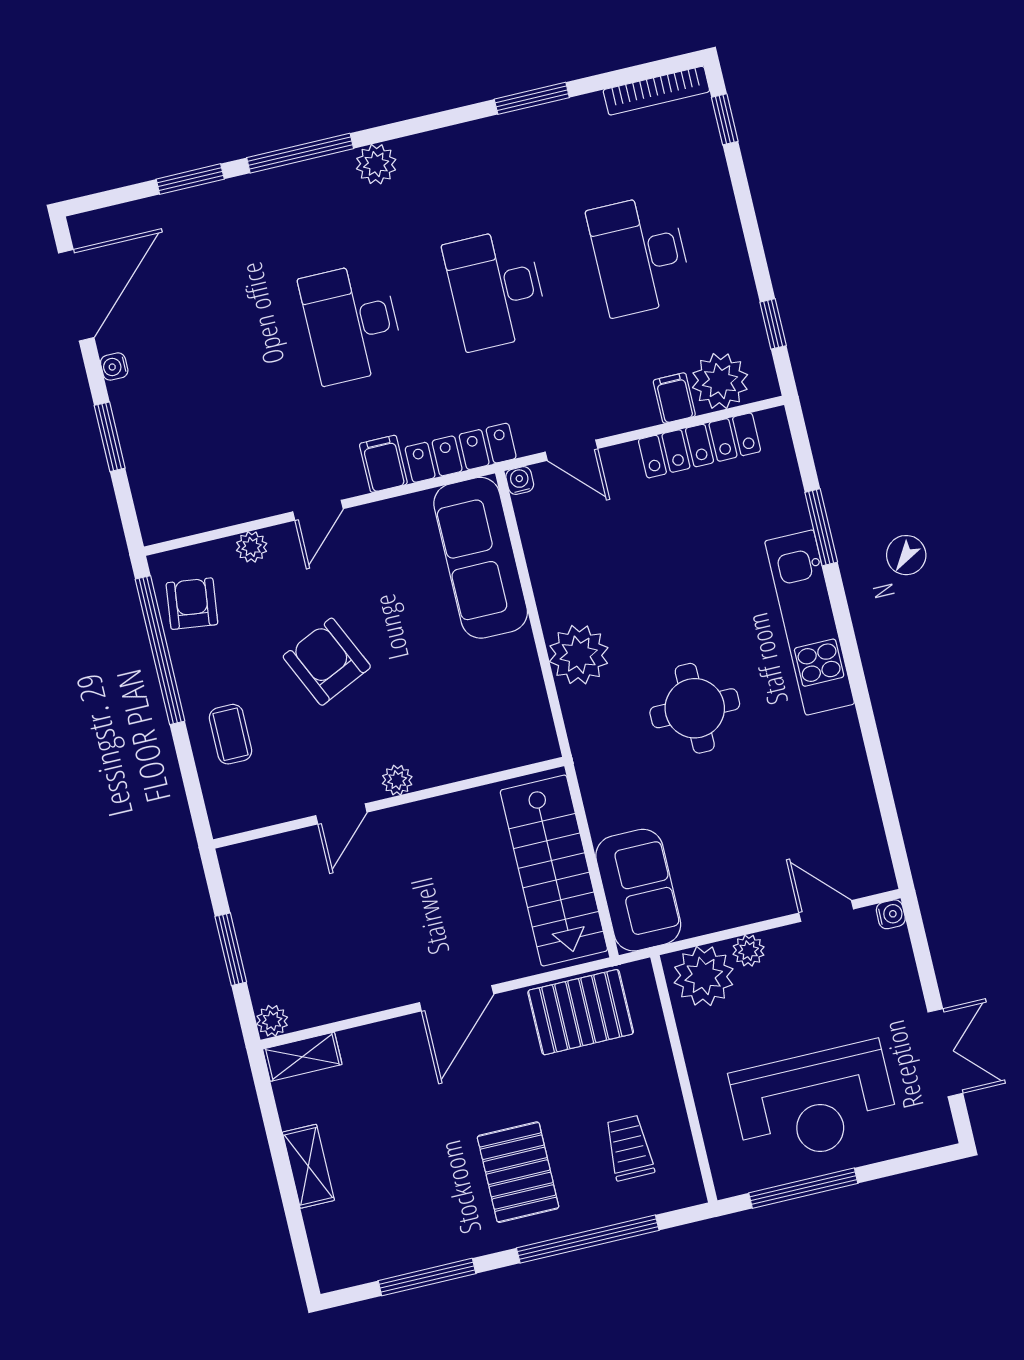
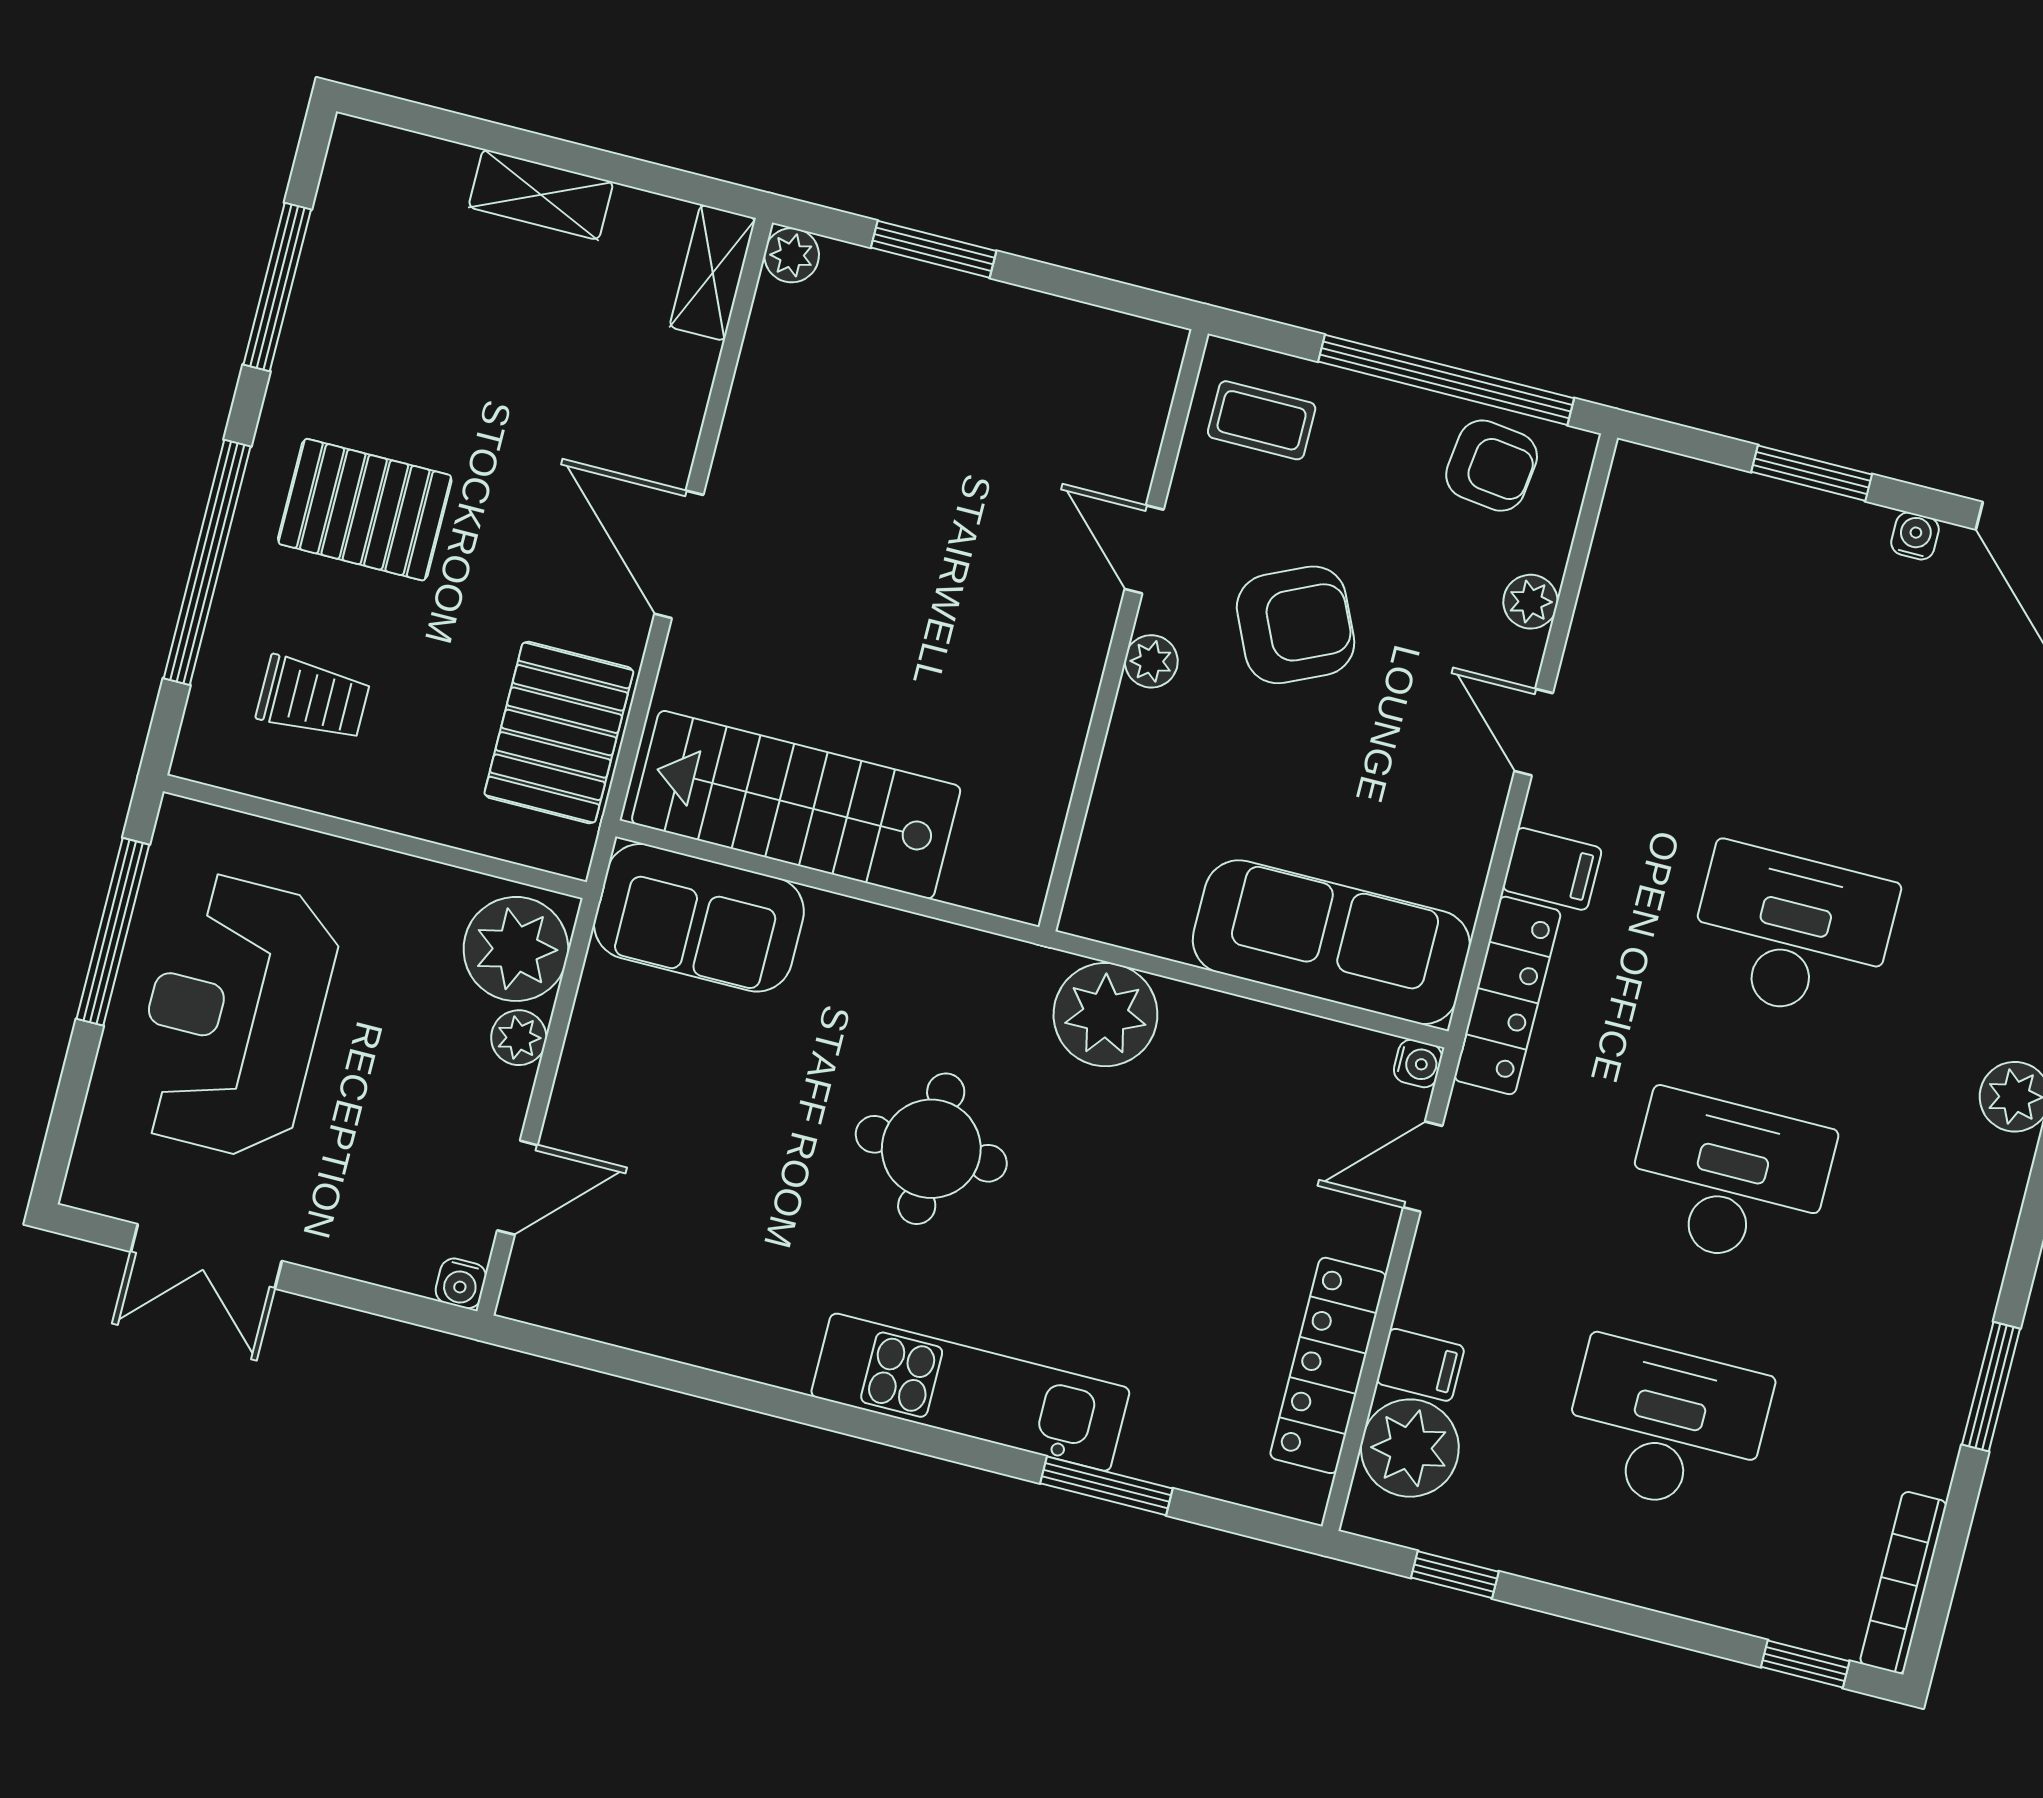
plant: (397, 780) -> (1151, 661), moved
wall: (389, 803) -> (1124, 630), moved
door: (341, 814) -> (1144, 549), moved

